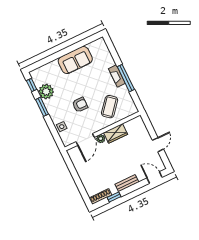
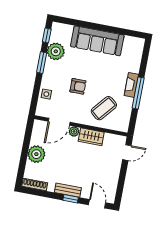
sofa: (75, 60) -> (97, 41), width x1.36
door: (158, 145) -> (127, 153), moved
plant: (86, 174) -> (36, 154), added
window: (114, 197) -> (71, 199), moved

